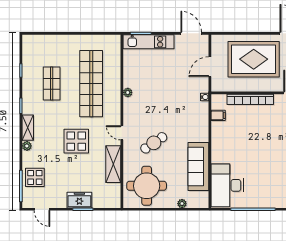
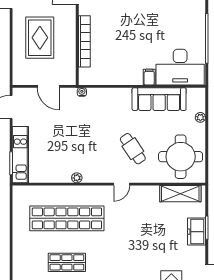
rug: (254, 59) -> (40, 38), width x0.73, depth x0.69
filing cabinet: (218, 115) -> (149, 77), moved
display table: (76, 141) -> (131, 235), removed
shelving: (113, 164) -> (180, 194), moved

